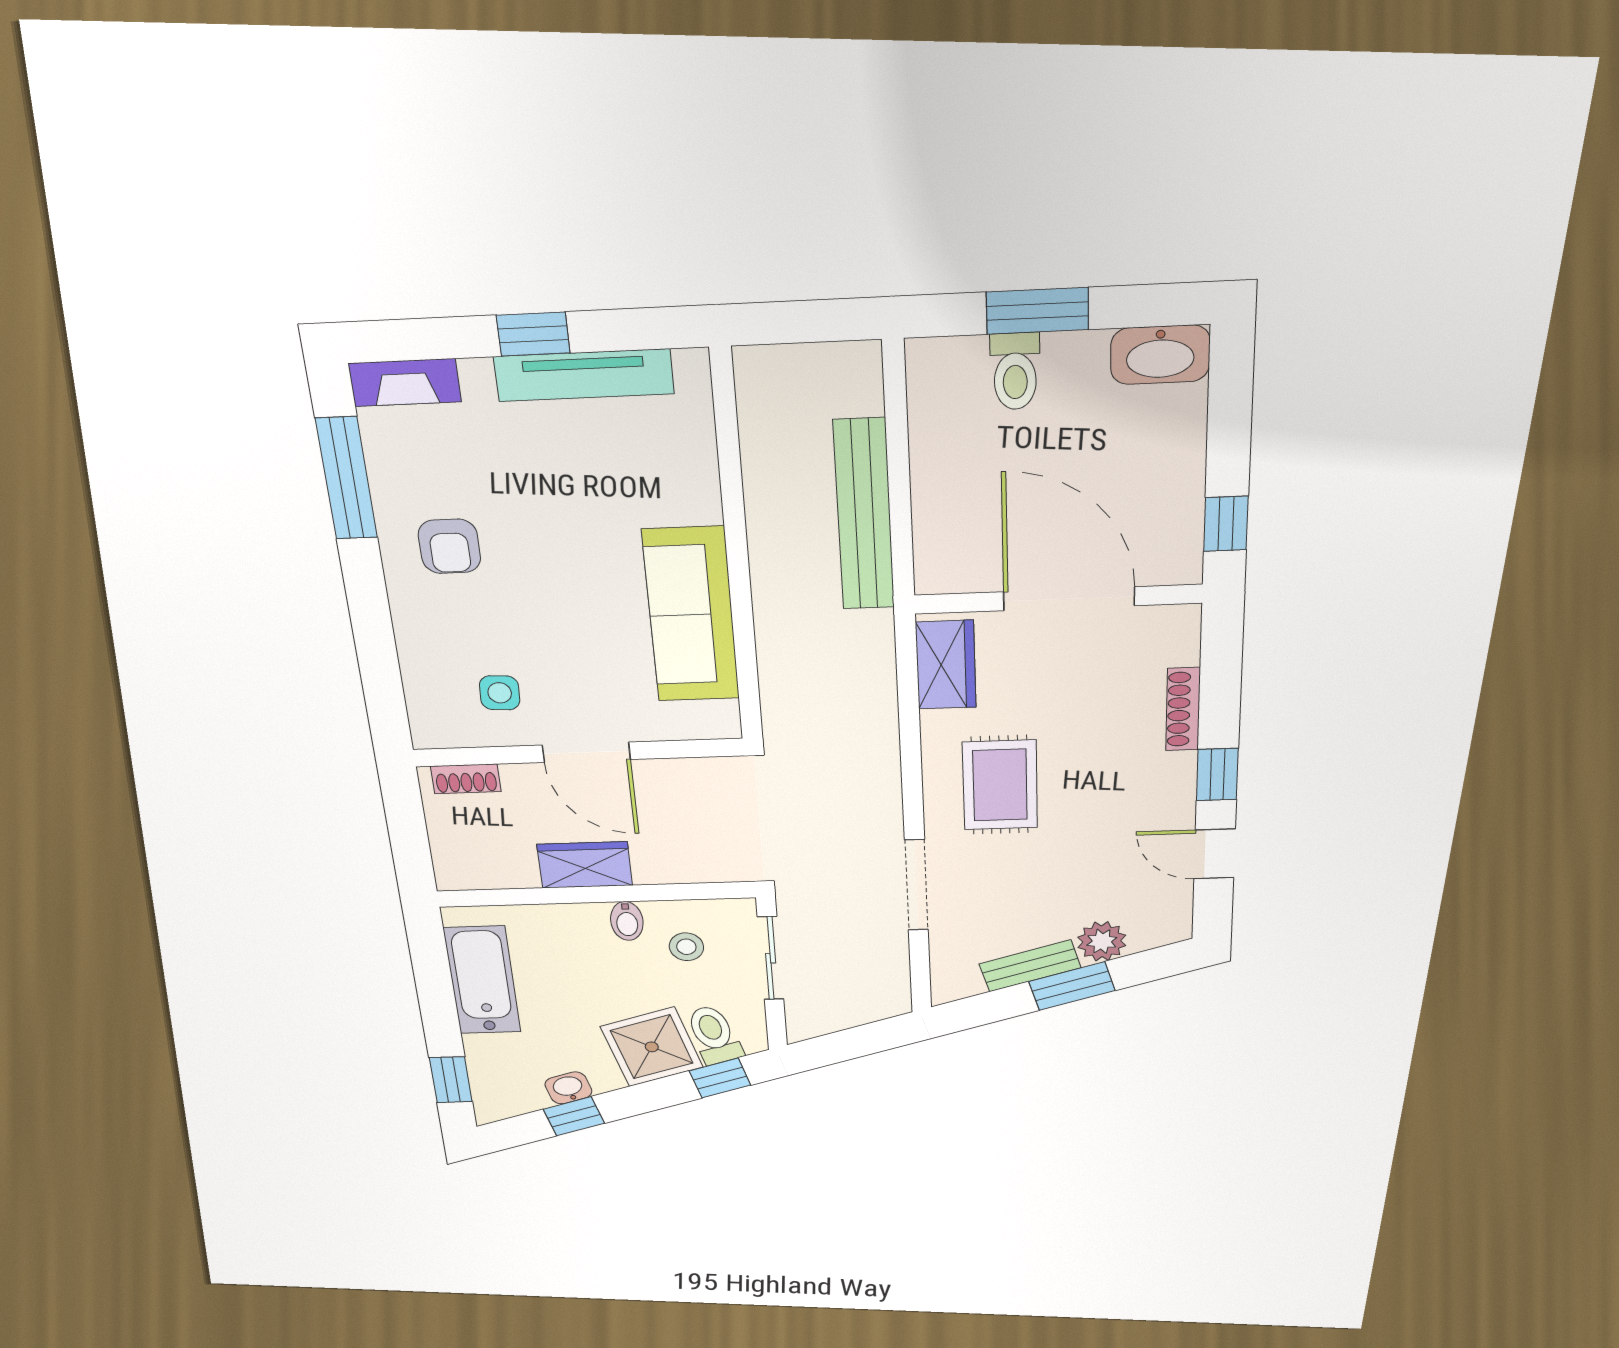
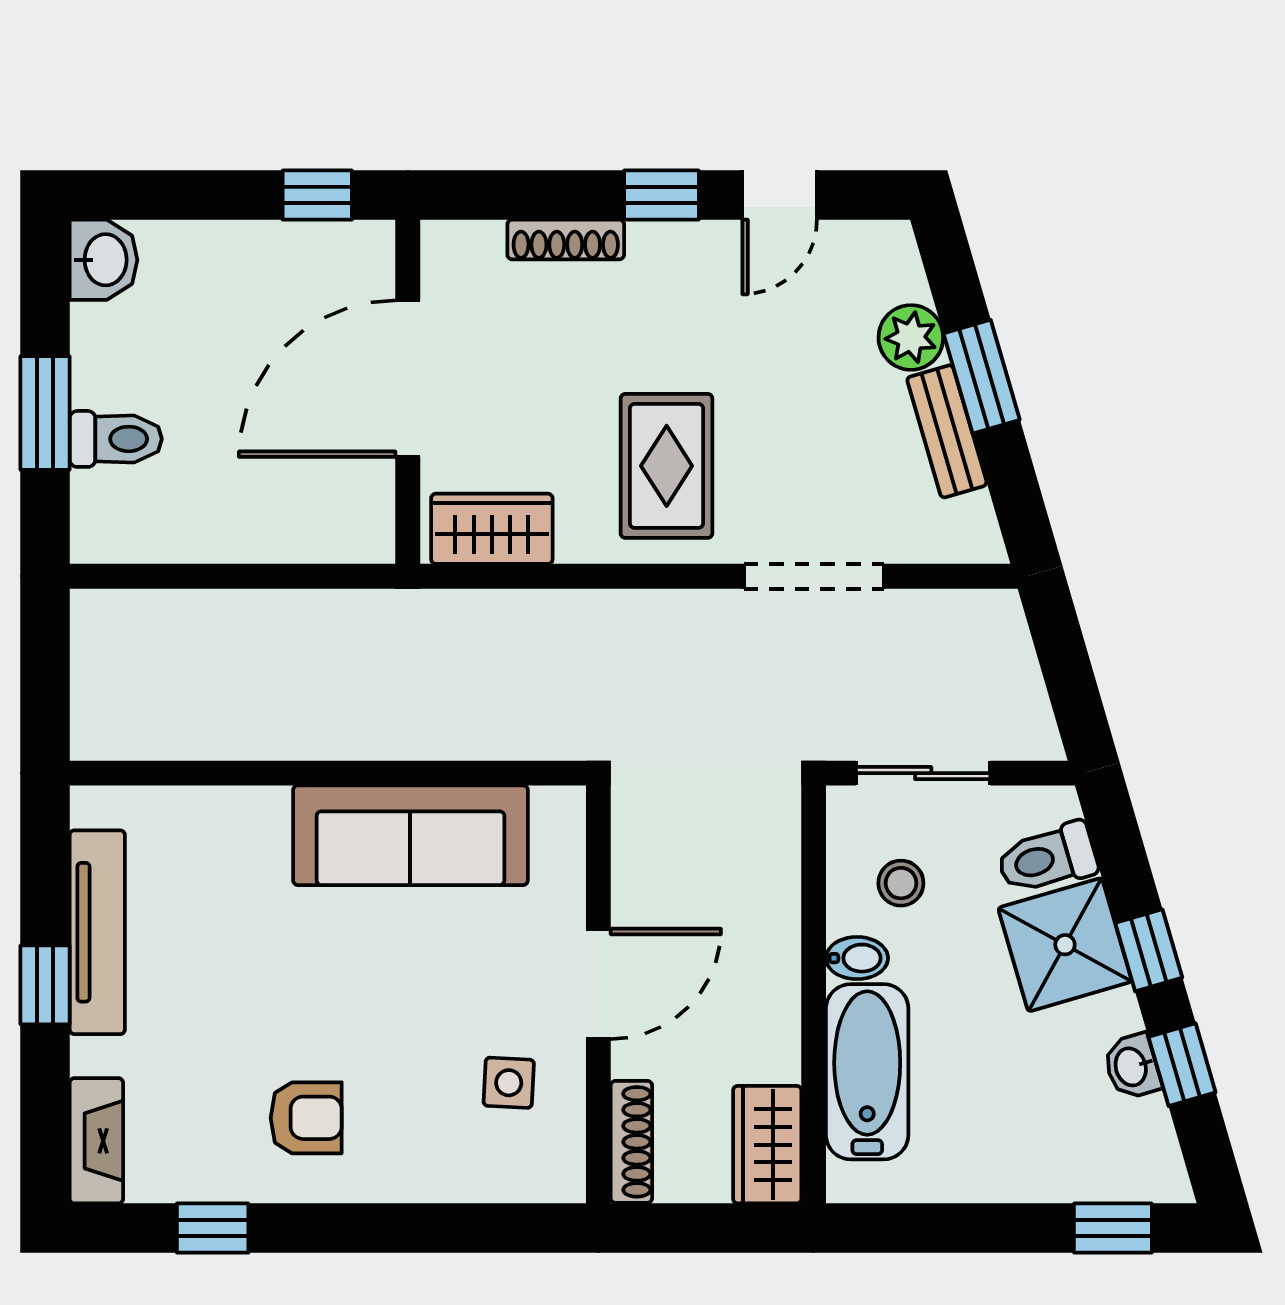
washbasin: (1160, 355) -> (104, 260), width x0.72
window: (347, 478) -> (213, 1228), width x0.46
bench: (864, 515) -> (287, 619), removed
shoe rack: (466, 779) -> (631, 1142), width x1.43
rug: (1000, 785) -> (667, 466), turned 90
wardrobe: (585, 865) -> (767, 1145), moved
bathtub: (482, 980) -> (867, 1072), moved, turned 90
window: (720, 1078) -> (1149, 950), moved

